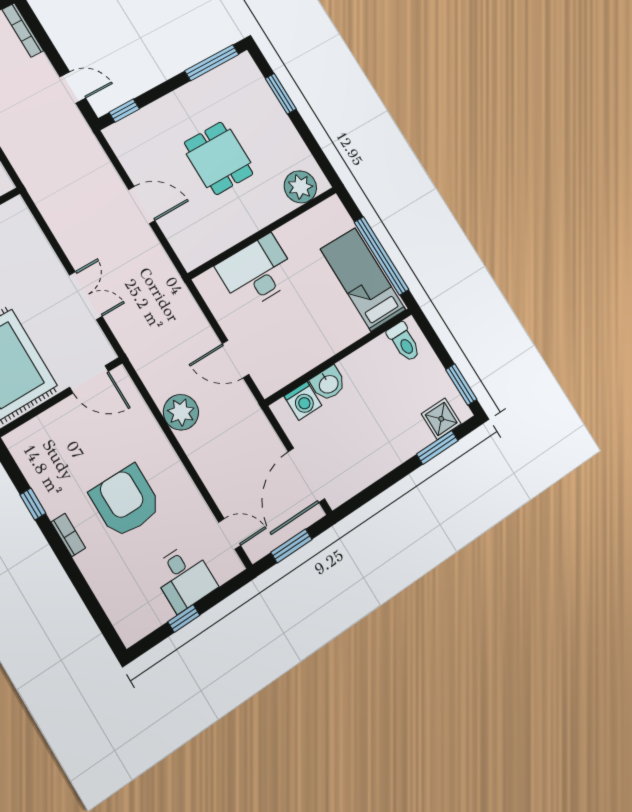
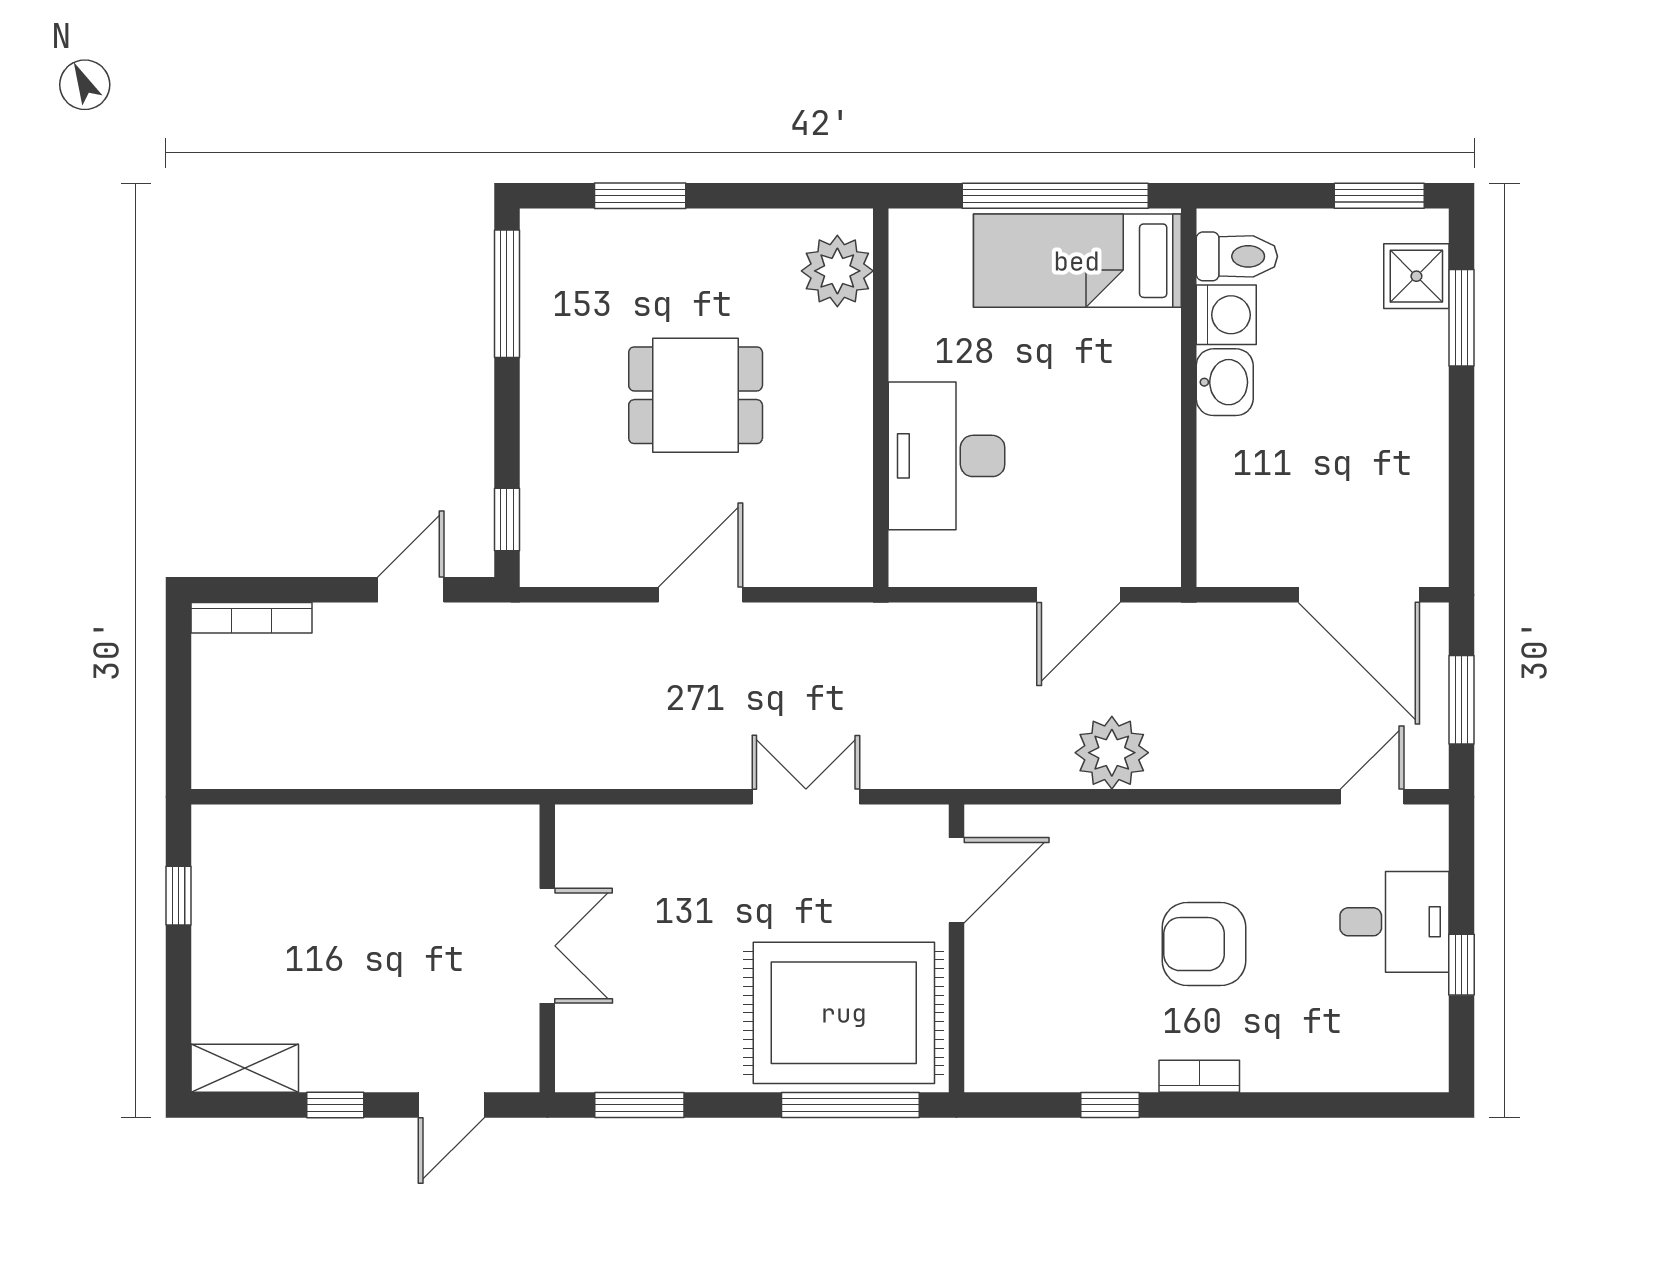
washbasin: (328, 384) -> (1225, 382), moved
washing machine: (303, 401) -> (1226, 315), moved
armchair: (126, 501) -> (1204, 944), width x0.73, depth x0.73

